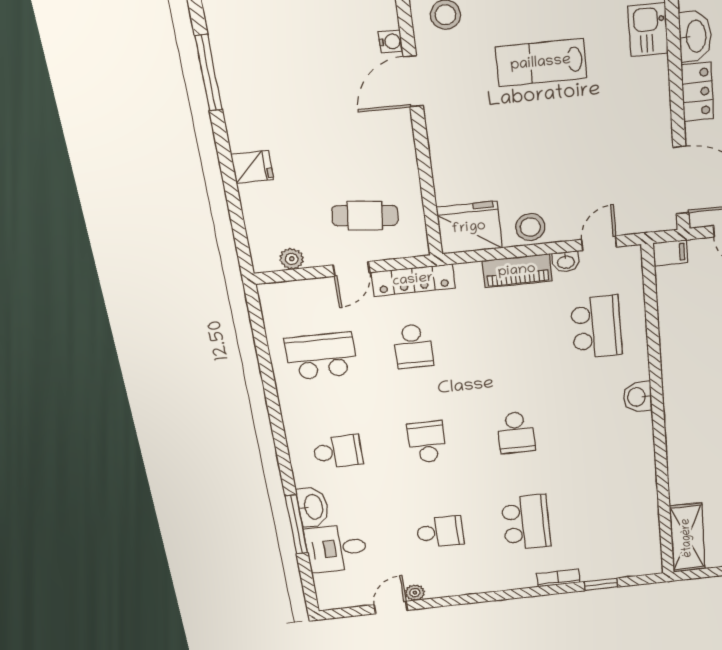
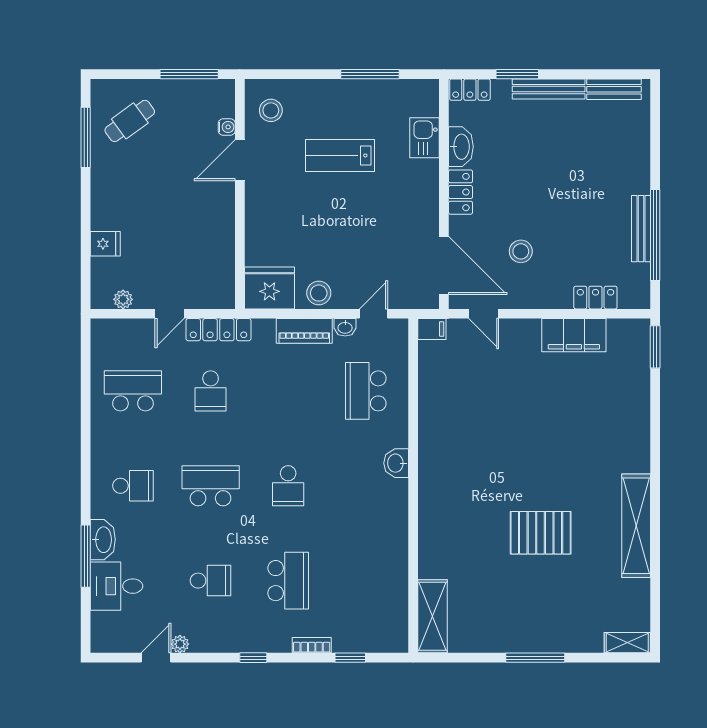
fridge: (252, 167) -> (105, 244), moved
cafe table: (365, 216) -> (130, 121), moved, turned -42
school desk: (596, 327) -> (366, 391), turned 180
school desk: (427, 442) -> (211, 486), width x1.85
window: (496, 596) -> (253, 658), added

